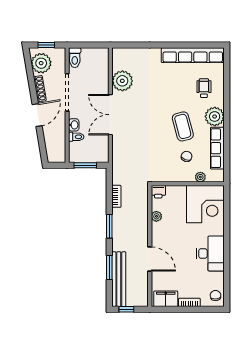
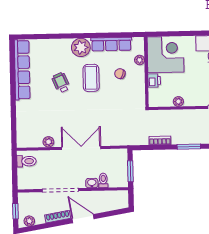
toilet: (75, 58) -> (26, 161), moved
plant: (41, 63) -> (29, 221), width x0.53, depth x0.53
plant: (122, 81) -> (48, 142), width x0.53, depth x0.53
wheelchair: (204, 88) -> (61, 83), moved, turned 67
double door: (110, 115) -> (81, 148), swing flipped
coffee table: (183, 126) -> (91, 78), turned -75
printer: (158, 192) -> (154, 81), moved

